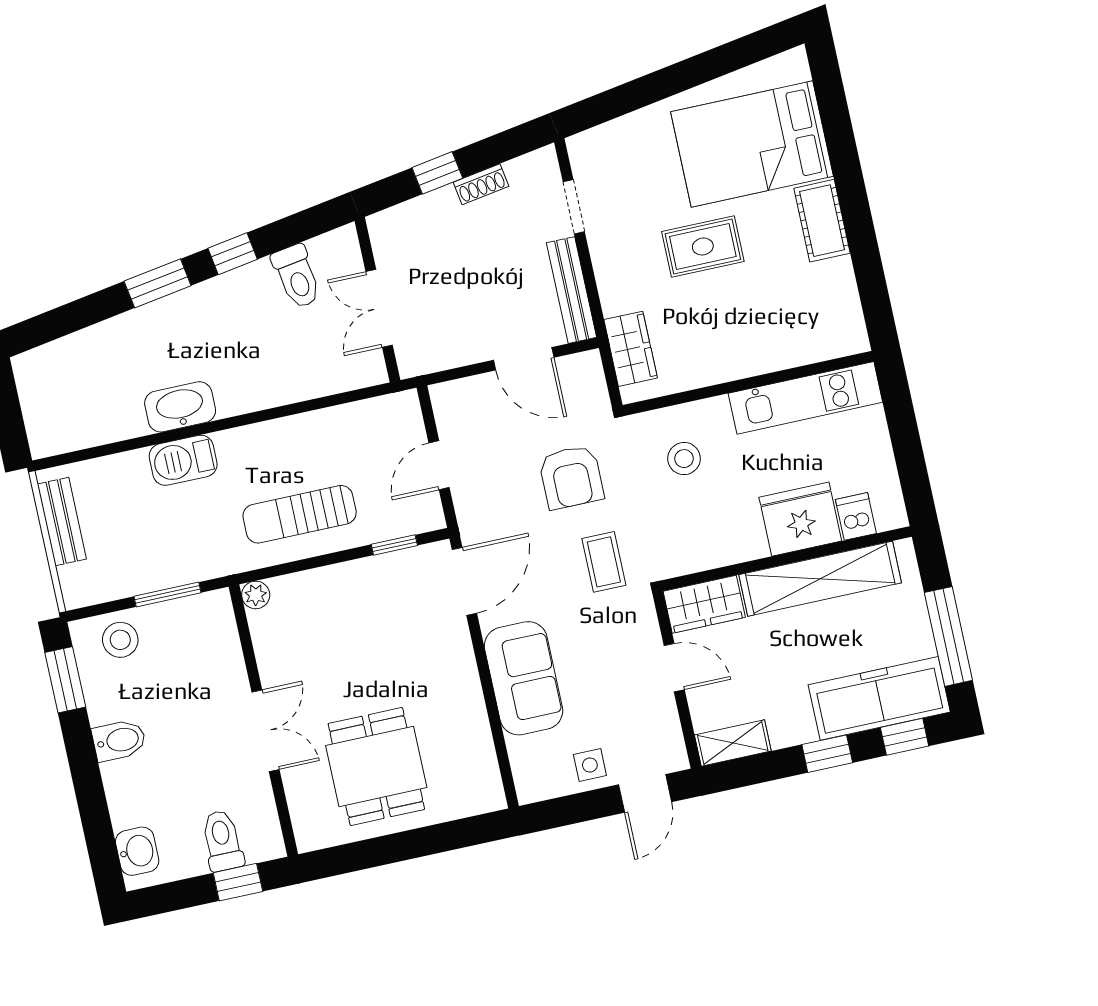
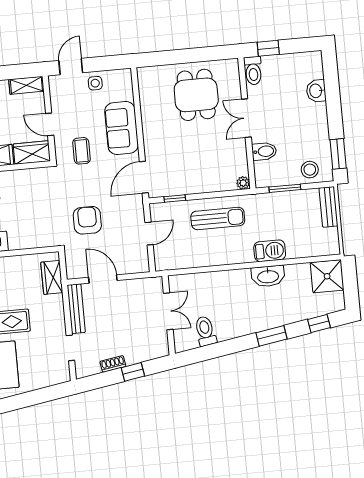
window: (233, 254) -> (319, 323), moved
shower: (57, 422) -> (327, 276), added
stool: (684, 459) -> (33, 223), removed
bench: (62, 522) -> (328, 207), moved
coffee table: (604, 562) -> (82, 151), moved
bidet: (119, 740) -> (264, 151), moved, turned 180
toilet: (222, 841) -> (253, 71), moved
washbasin: (137, 851) -> (316, 91), moved

